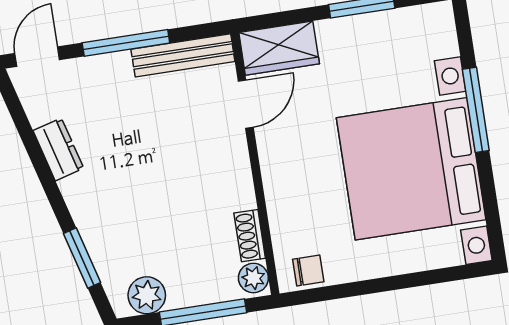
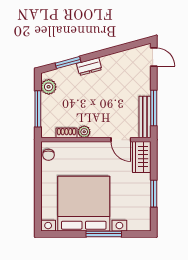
window: (126, 43) -> (154, 108), moved
dresser: (58, 149) -> (89, 67), moved
plant: (253, 278) -> (84, 132), moved

